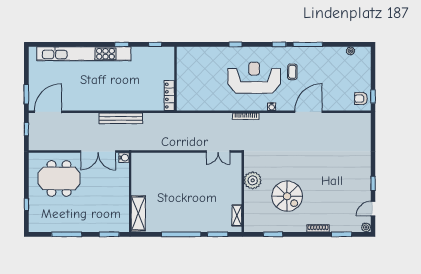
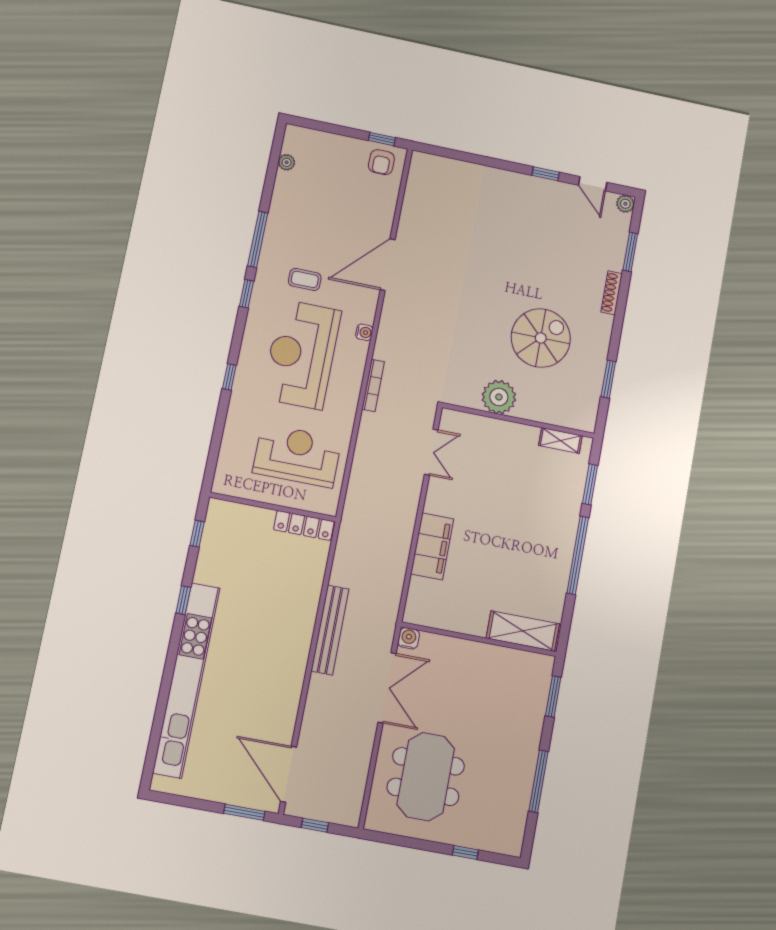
reception desk: (203, 86) -> (297, 456), added
door: (309, 112) -> (388, 265), hinge flipped
filing cabinet: (171, 161) -> (432, 546), added

